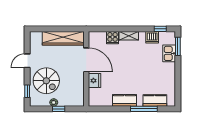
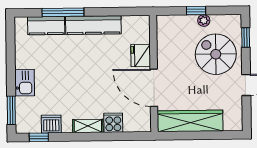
kitchen sink: (169, 53) -> (25, 83), moved
kitchen counter: (125, 100) -> (93, 25), width x1.50

